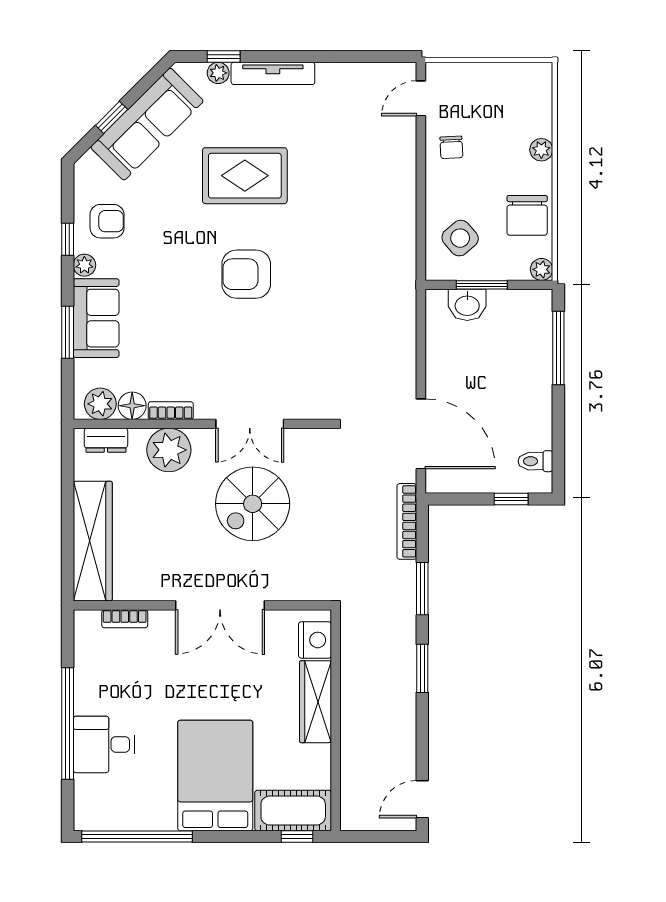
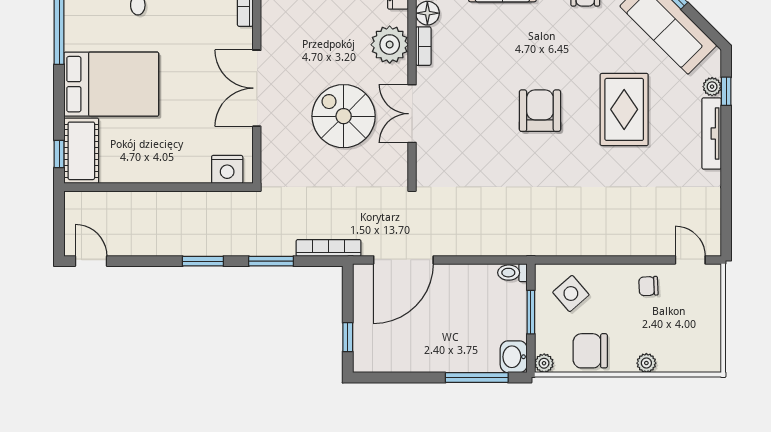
washbasin: (467, 305) -> (514, 357), moved
toilet: (535, 461) -> (512, 273), moved, turned -90
wardrobe: (316, 702) -> (174, 170), removed

